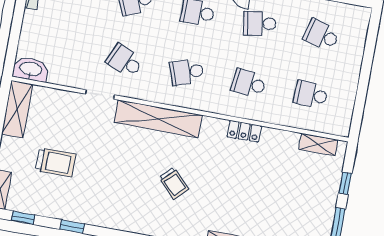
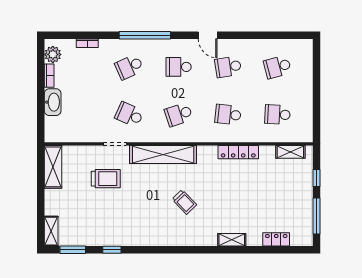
school desk: (322, 35) -> (277, 67), turned -30
washbasin: (31, 69) -> (53, 102), moved, turned 90
locker: (244, 131) -> (238, 152), width x1.53
trolley: (56, 162) -> (106, 179), moved
window: (23, 218) -> (73, 250), width x1.50

